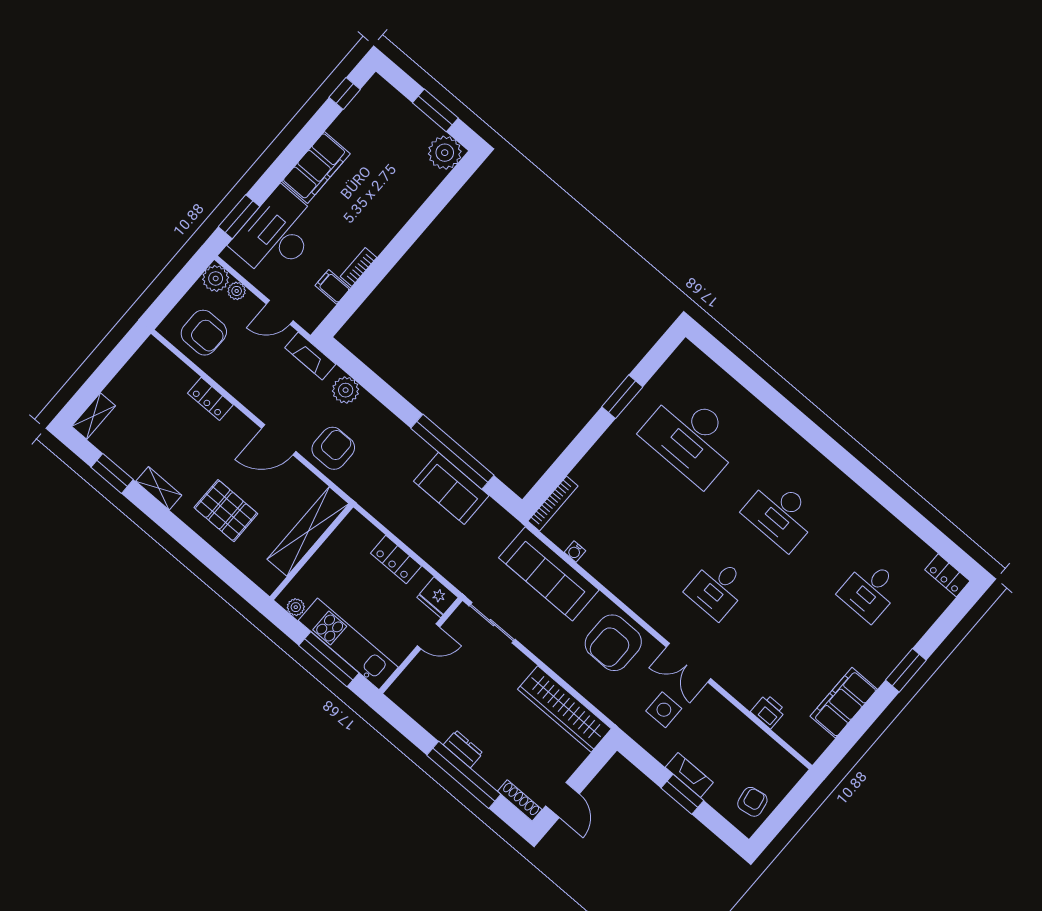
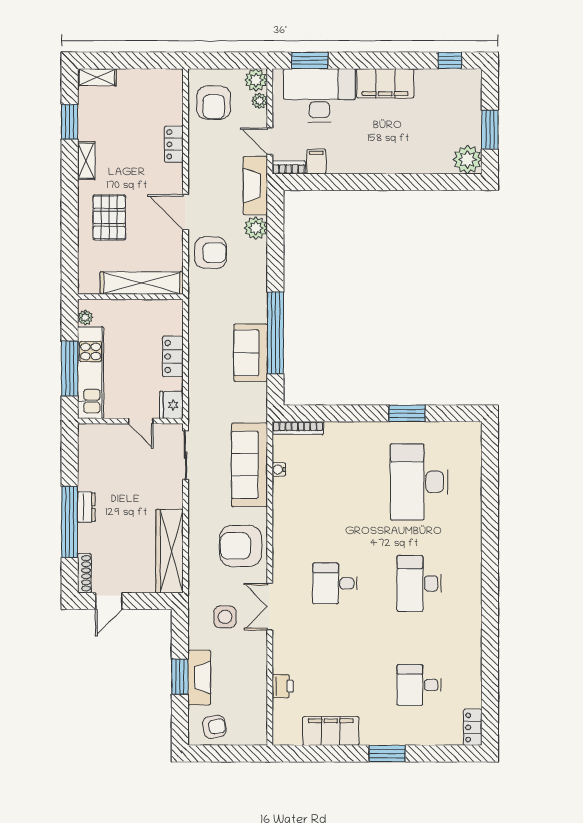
bookcase: (359, 267) -> (289, 167), moved
fireplace: (310, 356) -> (255, 186), width x1.37, depth x1.32
fireplace: (689, 775) -> (199, 678), width x1.37, depth x1.32

